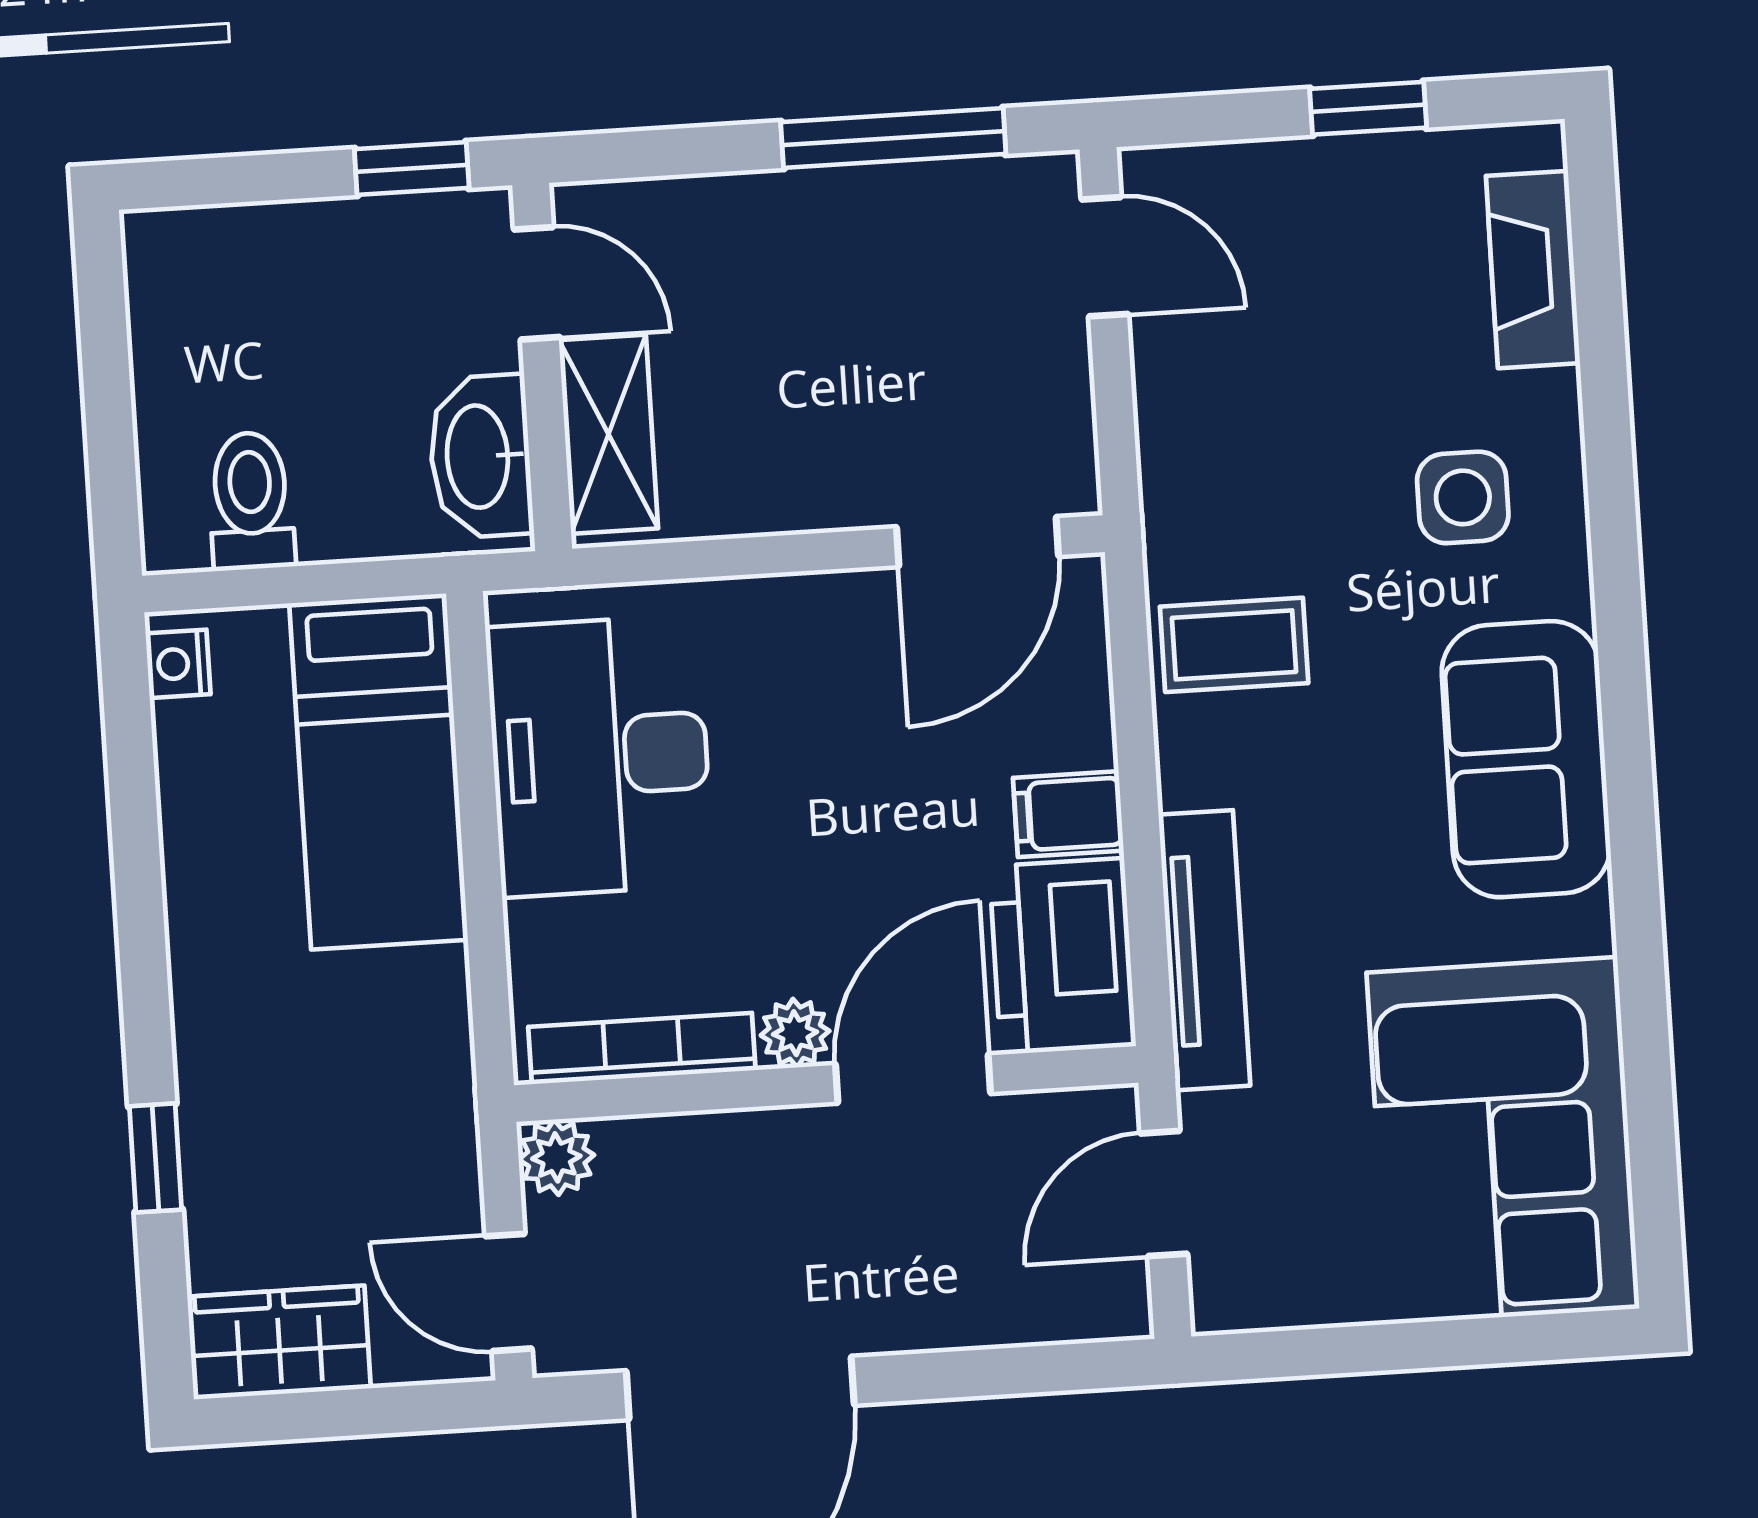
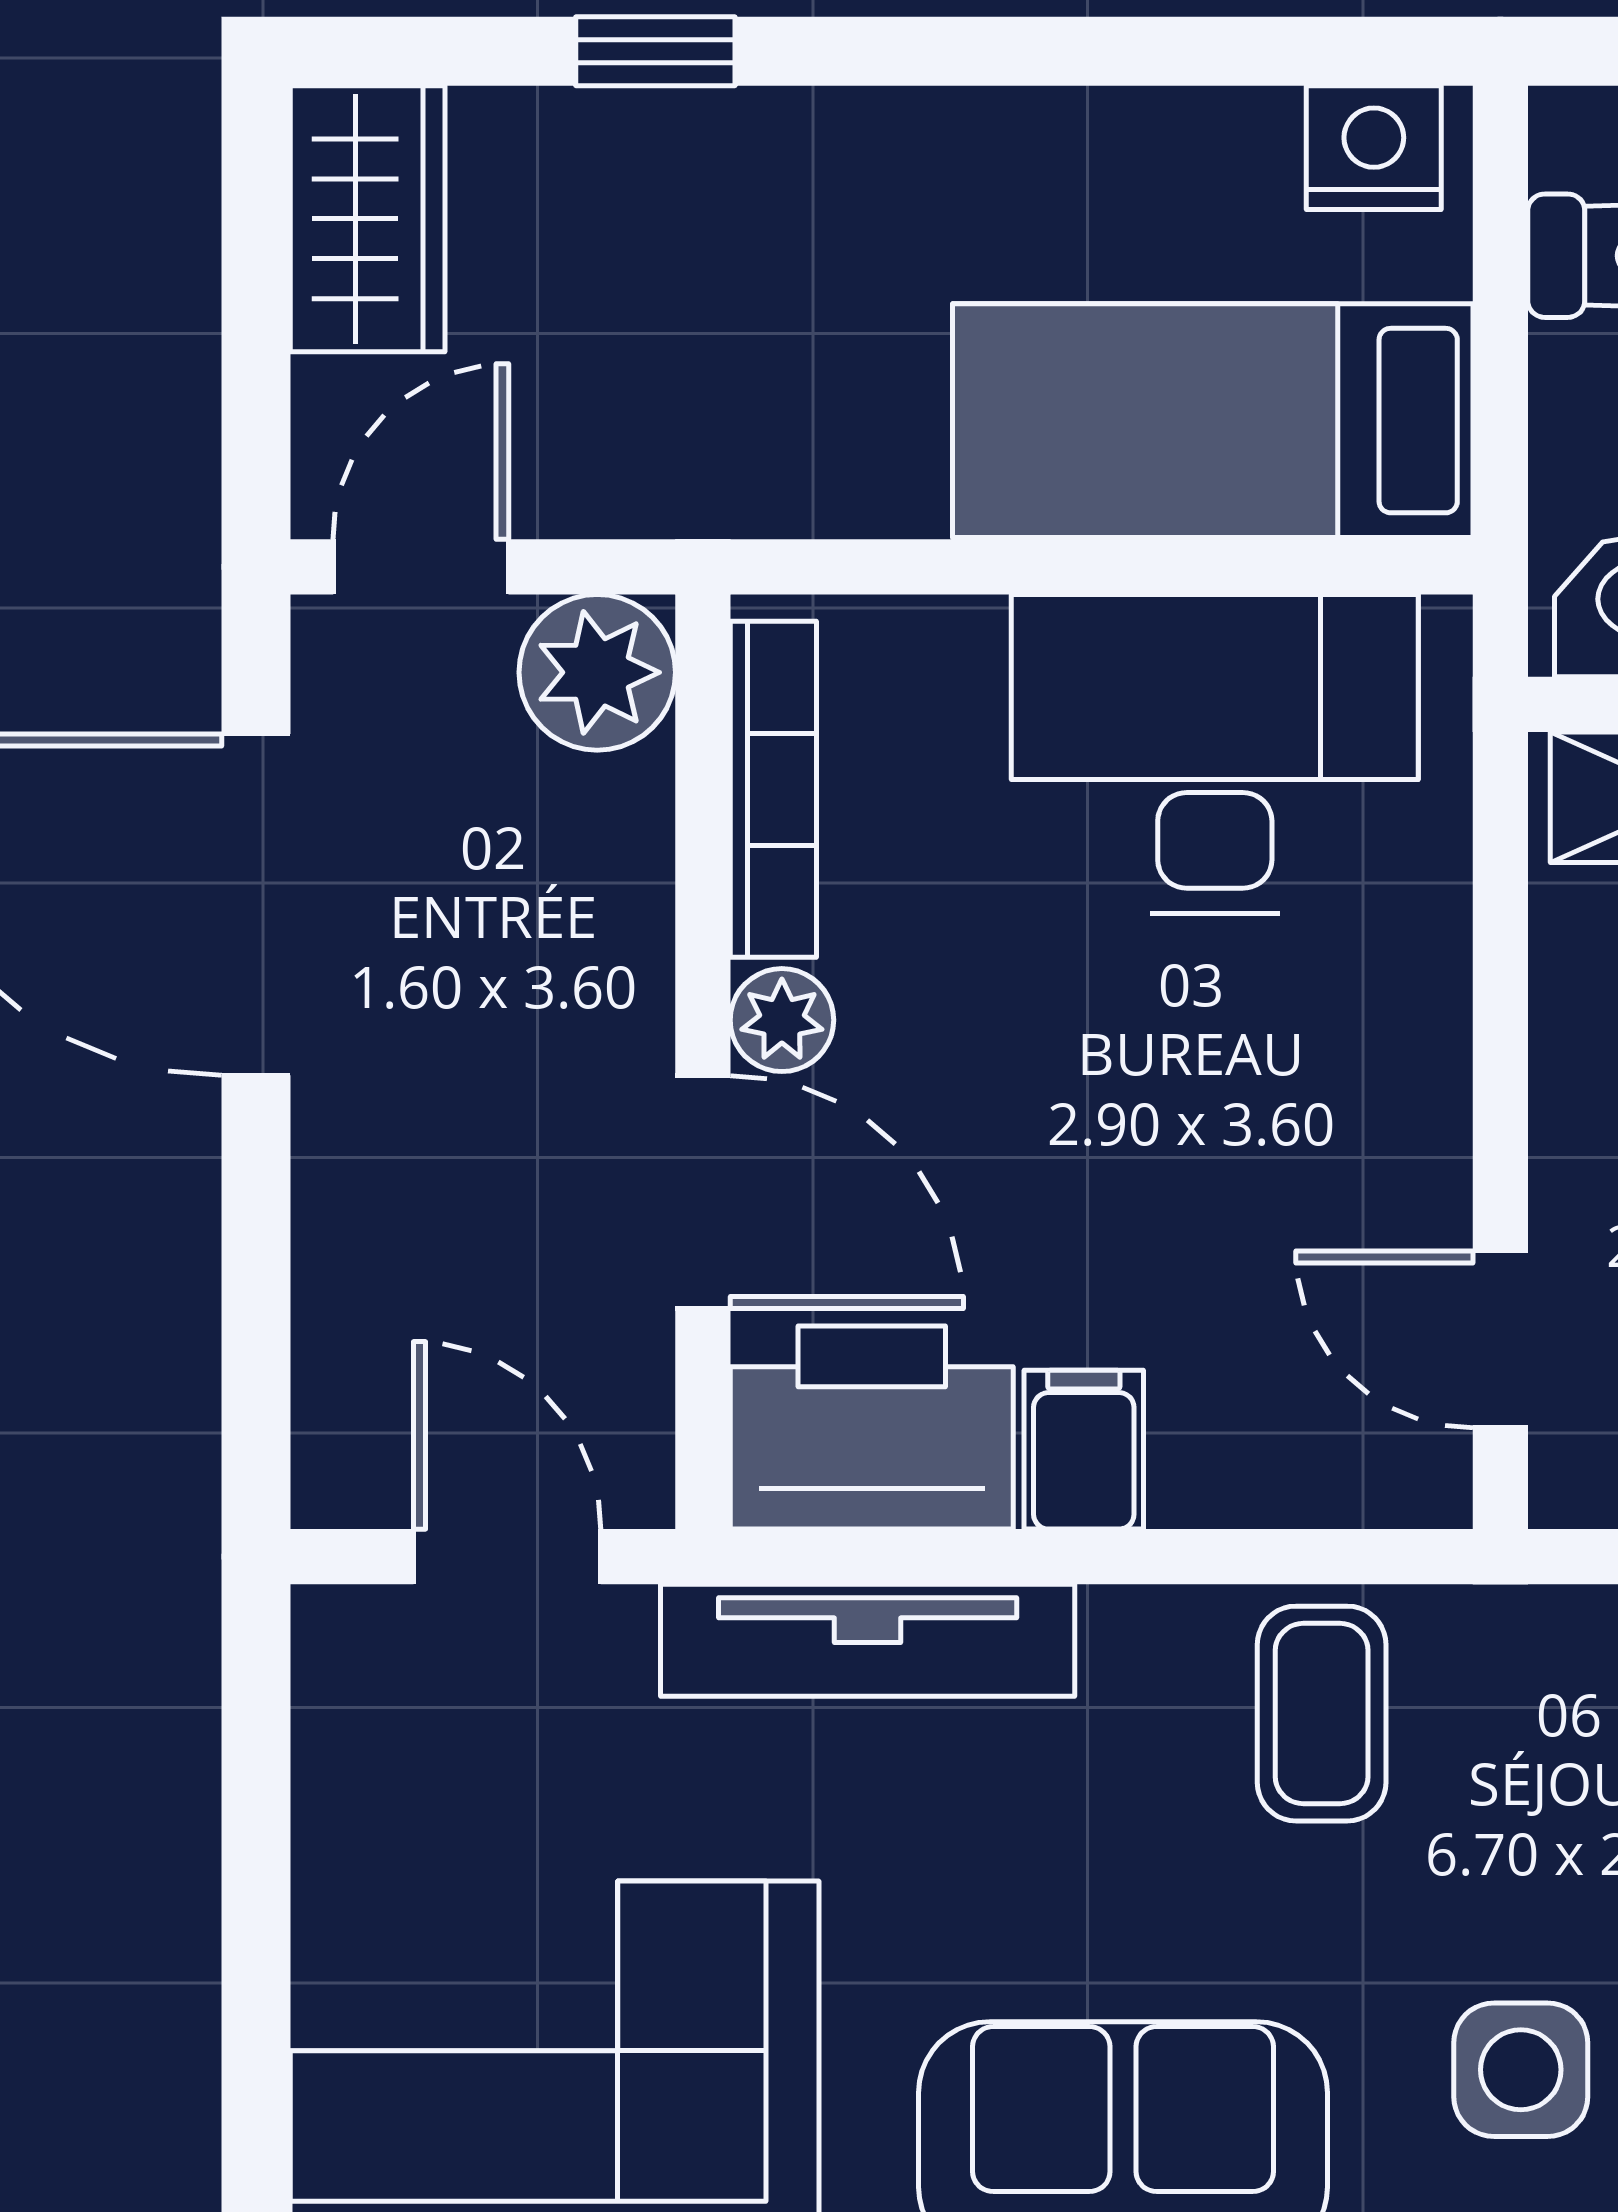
door: (977, 542) -> (1500, 1339), width x0.73
nightstand: (178, 664) -> (1374, 148), width x1.39, depth x1.35
plant: (556, 1157) -> (597, 672), width x1.38, depth x1.38

